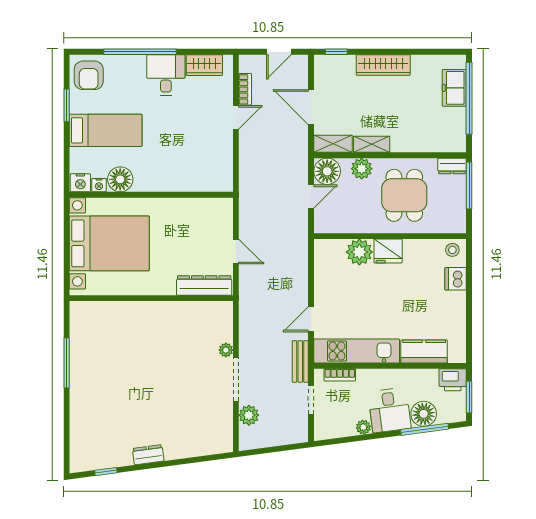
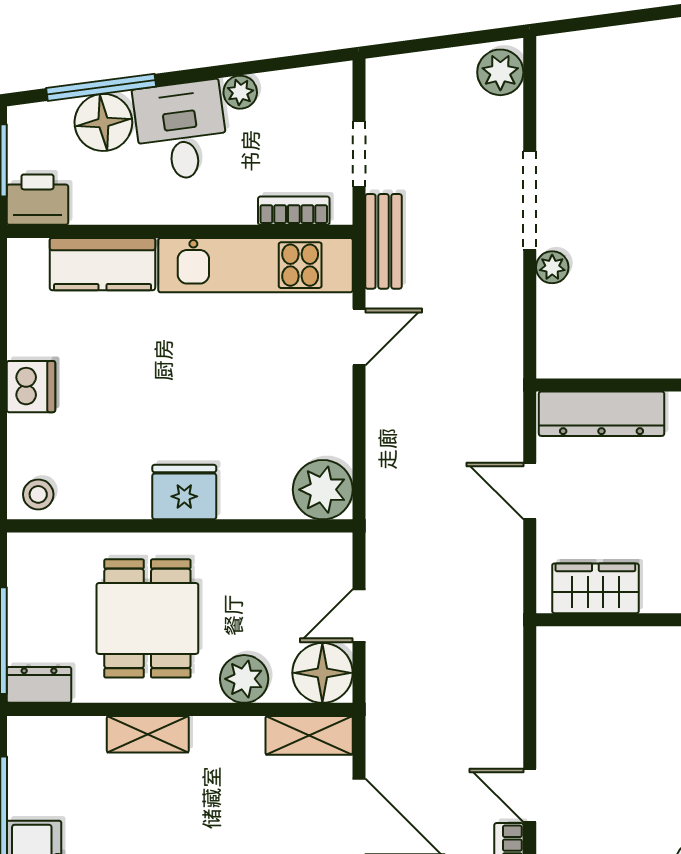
door: (236, 117) -> (530, 795), hinge flipped
shelving: (372, 144) -> (148, 734), moved
wardrobe: (207, 209) -> (595, 588), added
plant: (359, 252) -> (323, 490), moved
dishwasher: (456, 279) -> (31, 387), moved
plant: (249, 415) -> (500, 72), moved

